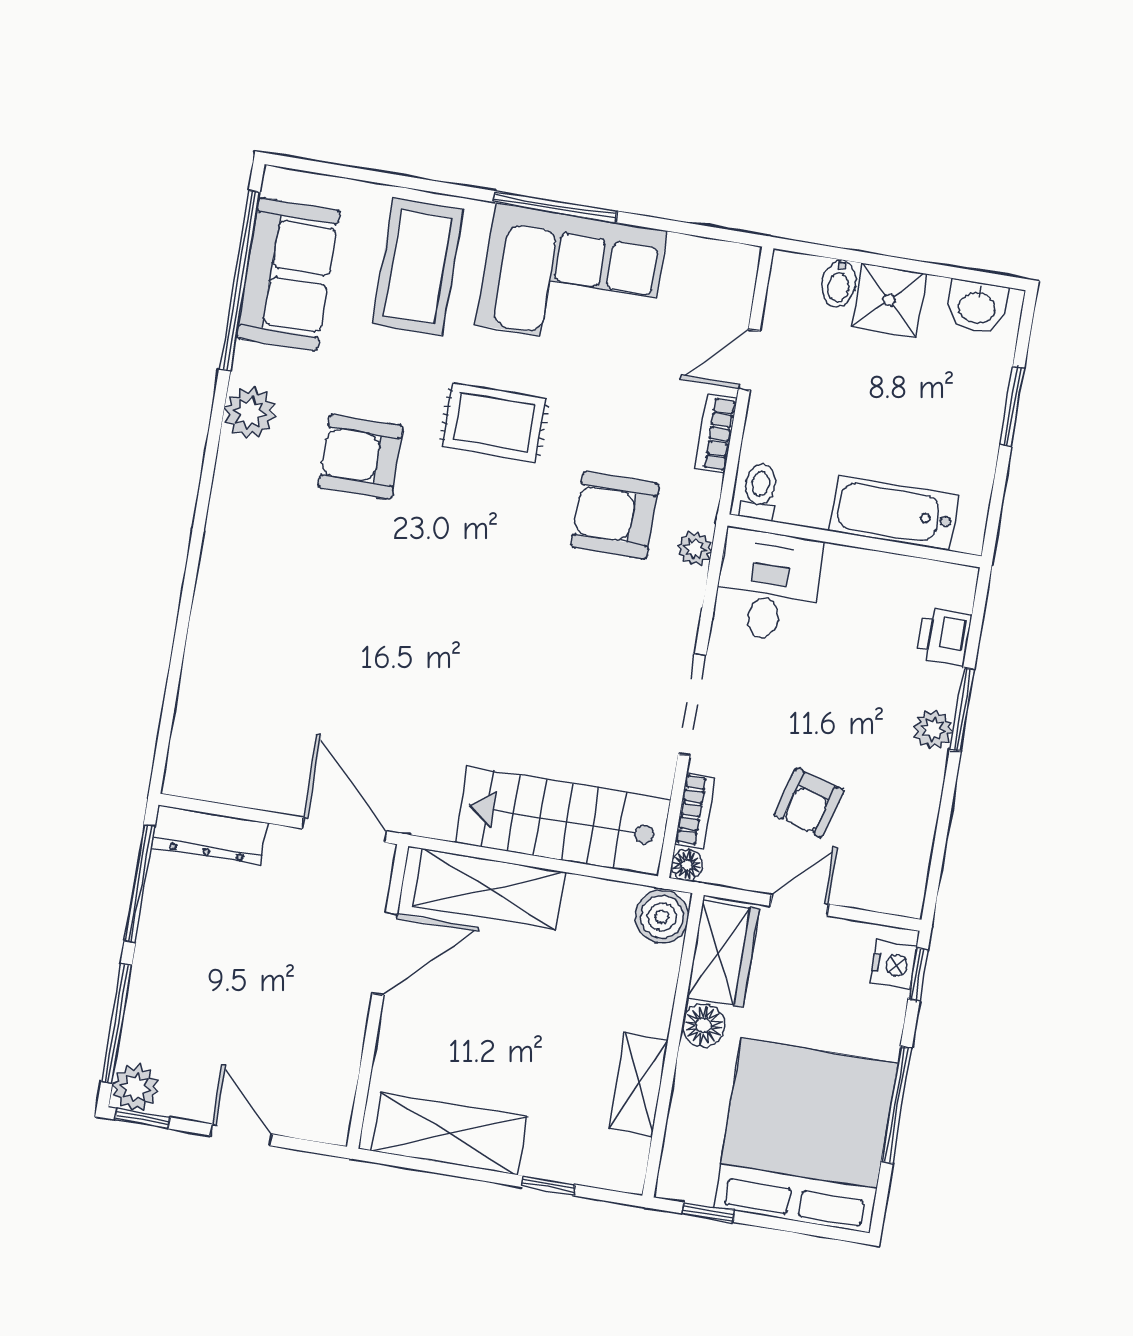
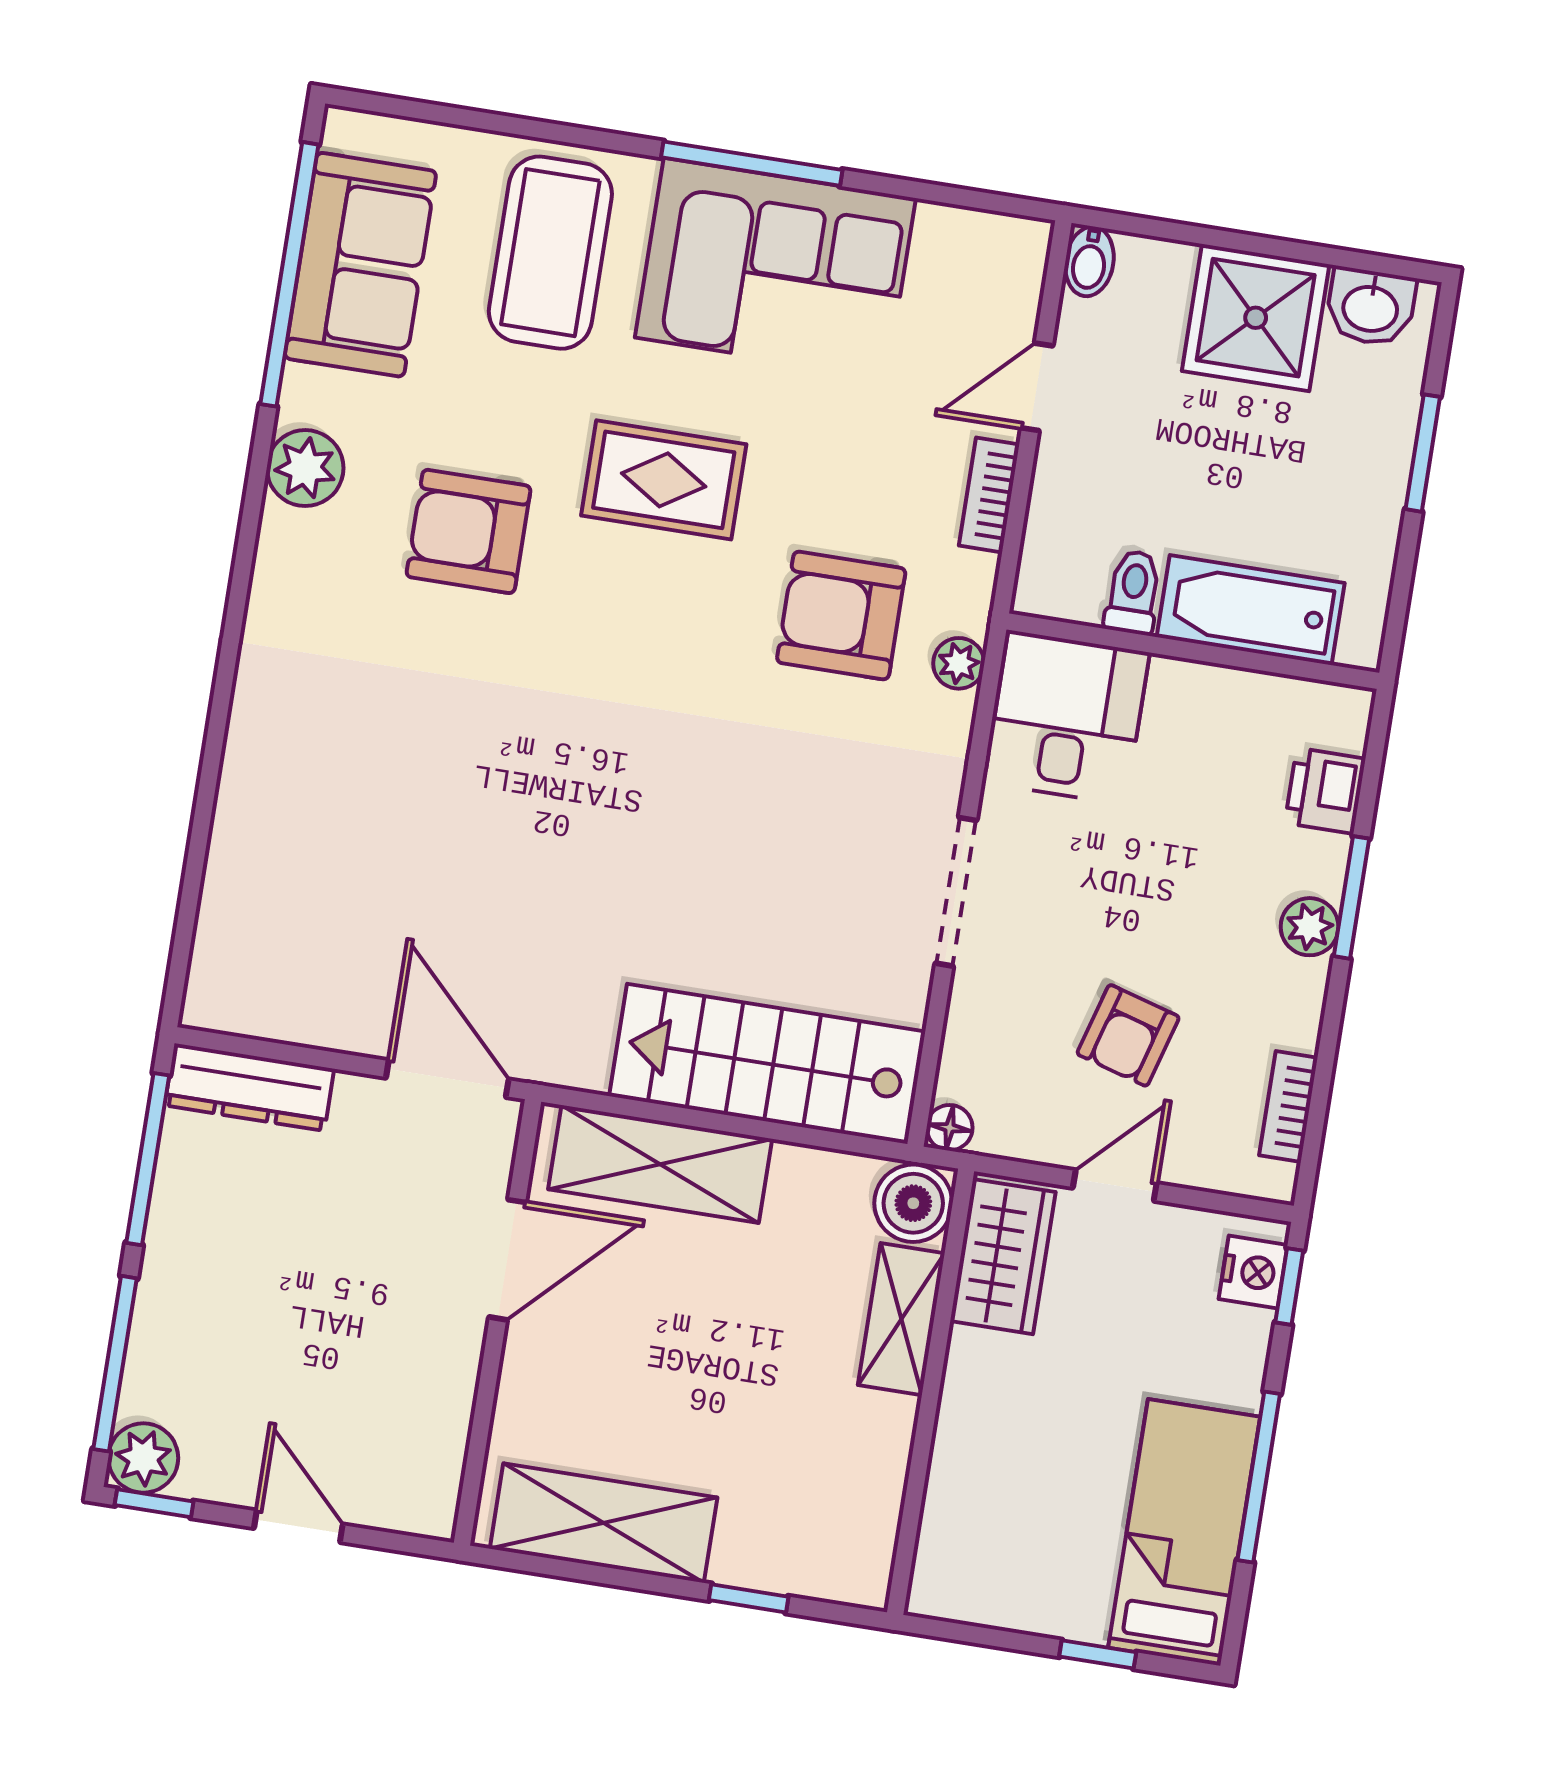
bidet: (839, 283) -> (1089, 261), moved
shower: (889, 300) -> (1256, 318), width x1.36, depth x1.36
toilet: (759, 491) -> (1133, 592), moved
bookcase: (695, 810) -> (1288, 1107), moved, turned 180
floor lamp: (703, 1025) -> (975, 1362), removed
shelving: (639, 1084) -> (901, 1319), moved
bed: (806, 1136) -> (1184, 1532), width x0.49
window: (708, 1212) -> (1098, 1654), moved

